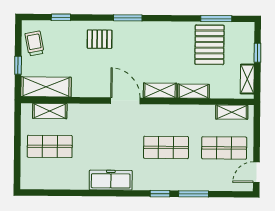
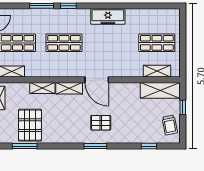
pallet: (100, 39) -> (101, 123), moved

